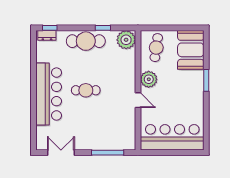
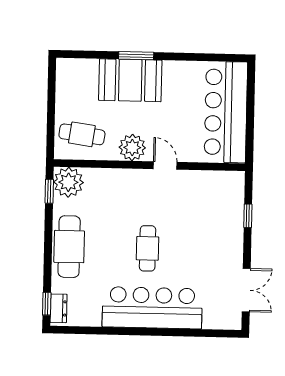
window: (103, 28) -> (49, 191), moved
booth: (191, 50) -> (130, 80), moved
door: (138, 100) -> (165, 165), hinge flipped
double door: (61, 153) -> (246, 290), swing flipped
window: (108, 153) -> (248, 216), width x0.46

